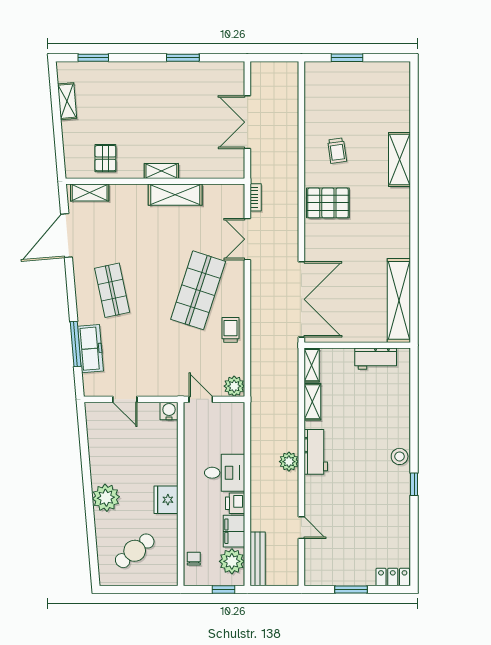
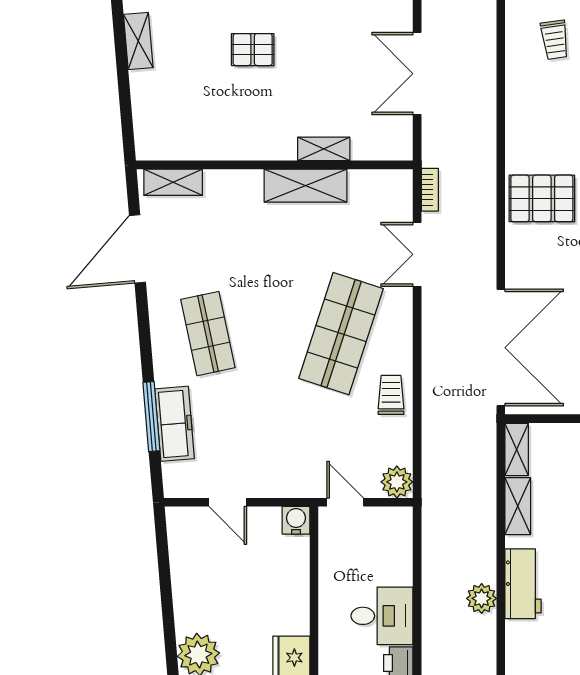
trolley: (337, 151) -> (555, 40), moved
pallet: (105, 158) -> (253, 50), moved, turned 90
shelving: (161, 171) -> (324, 149), moved

